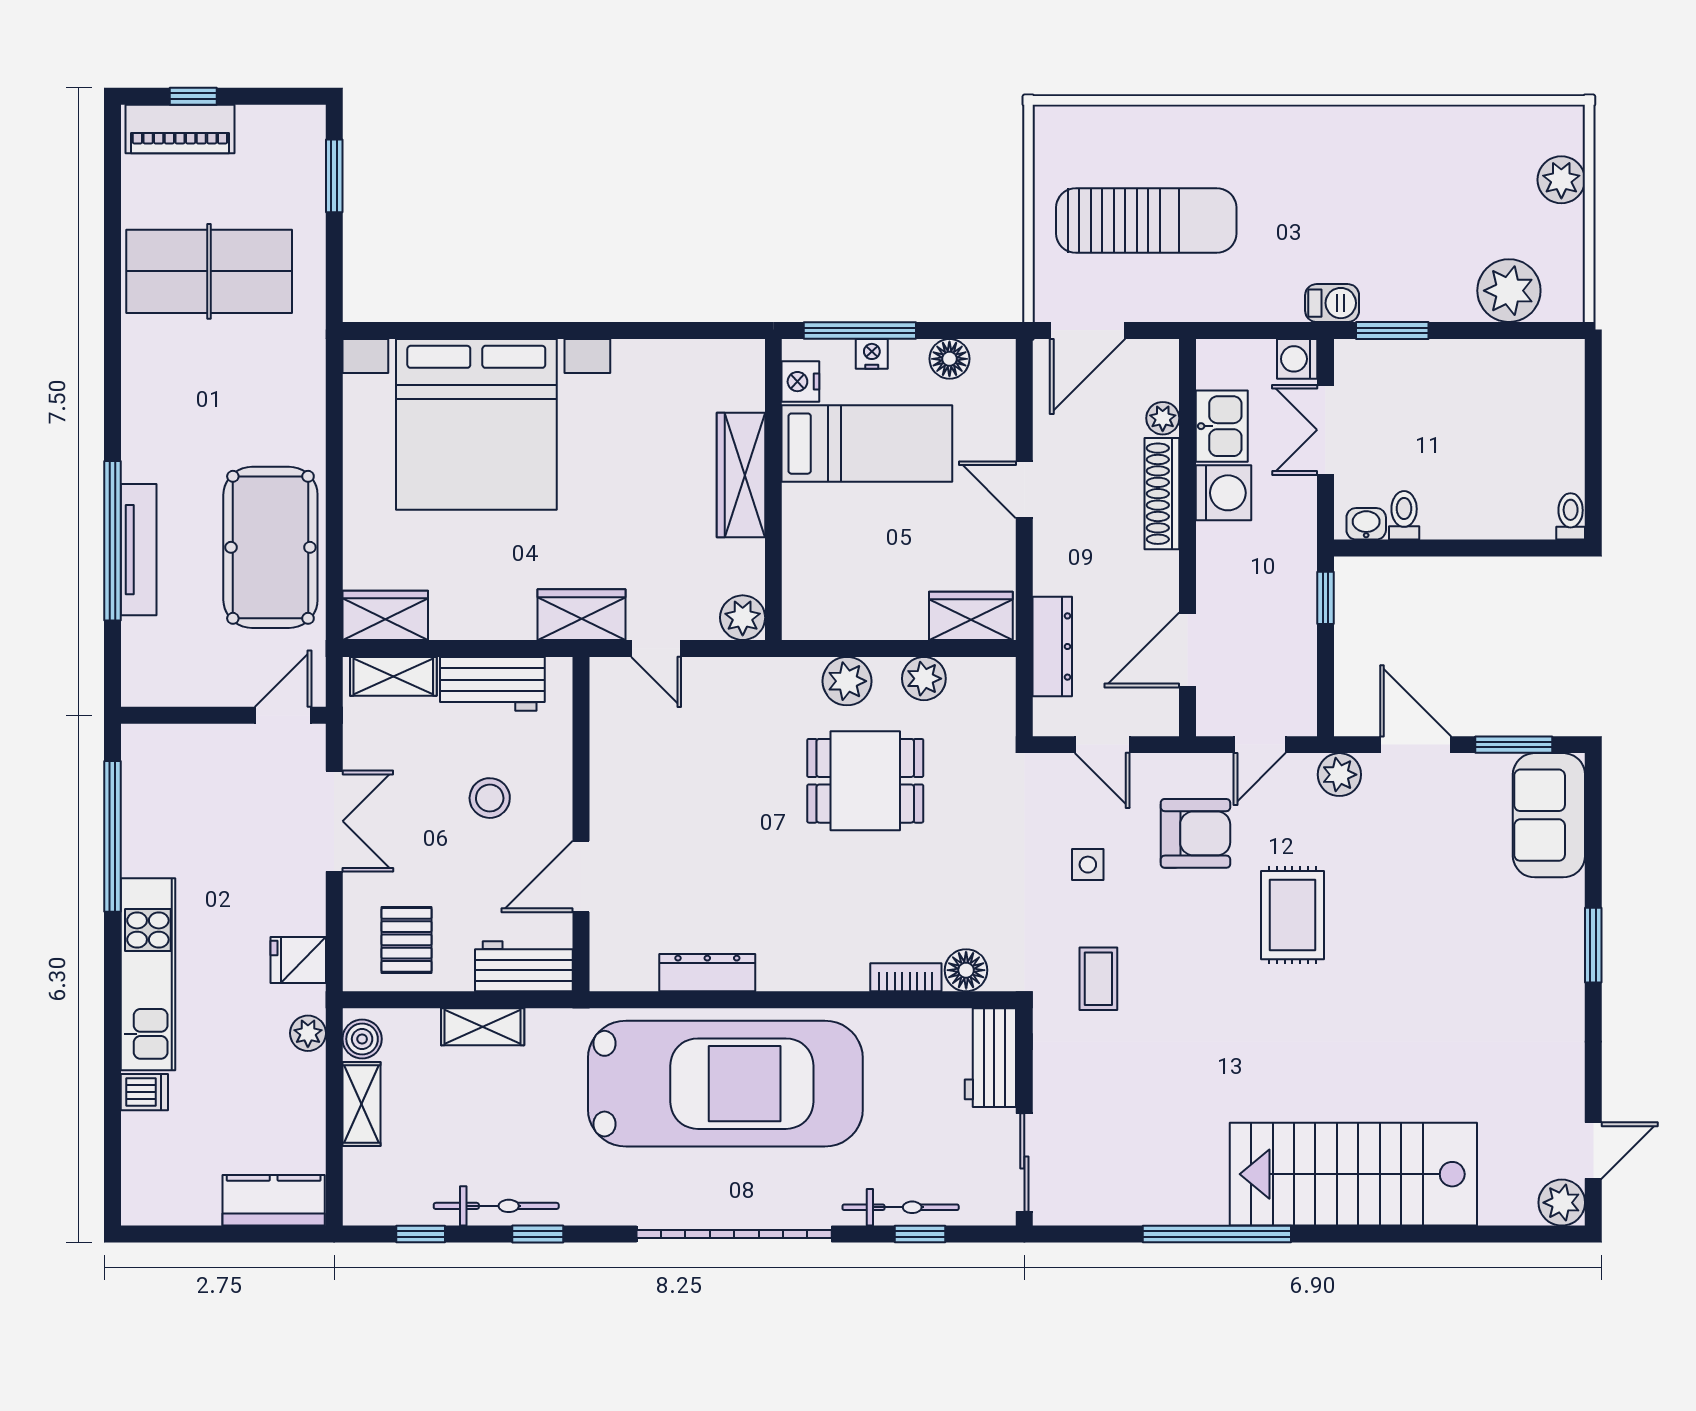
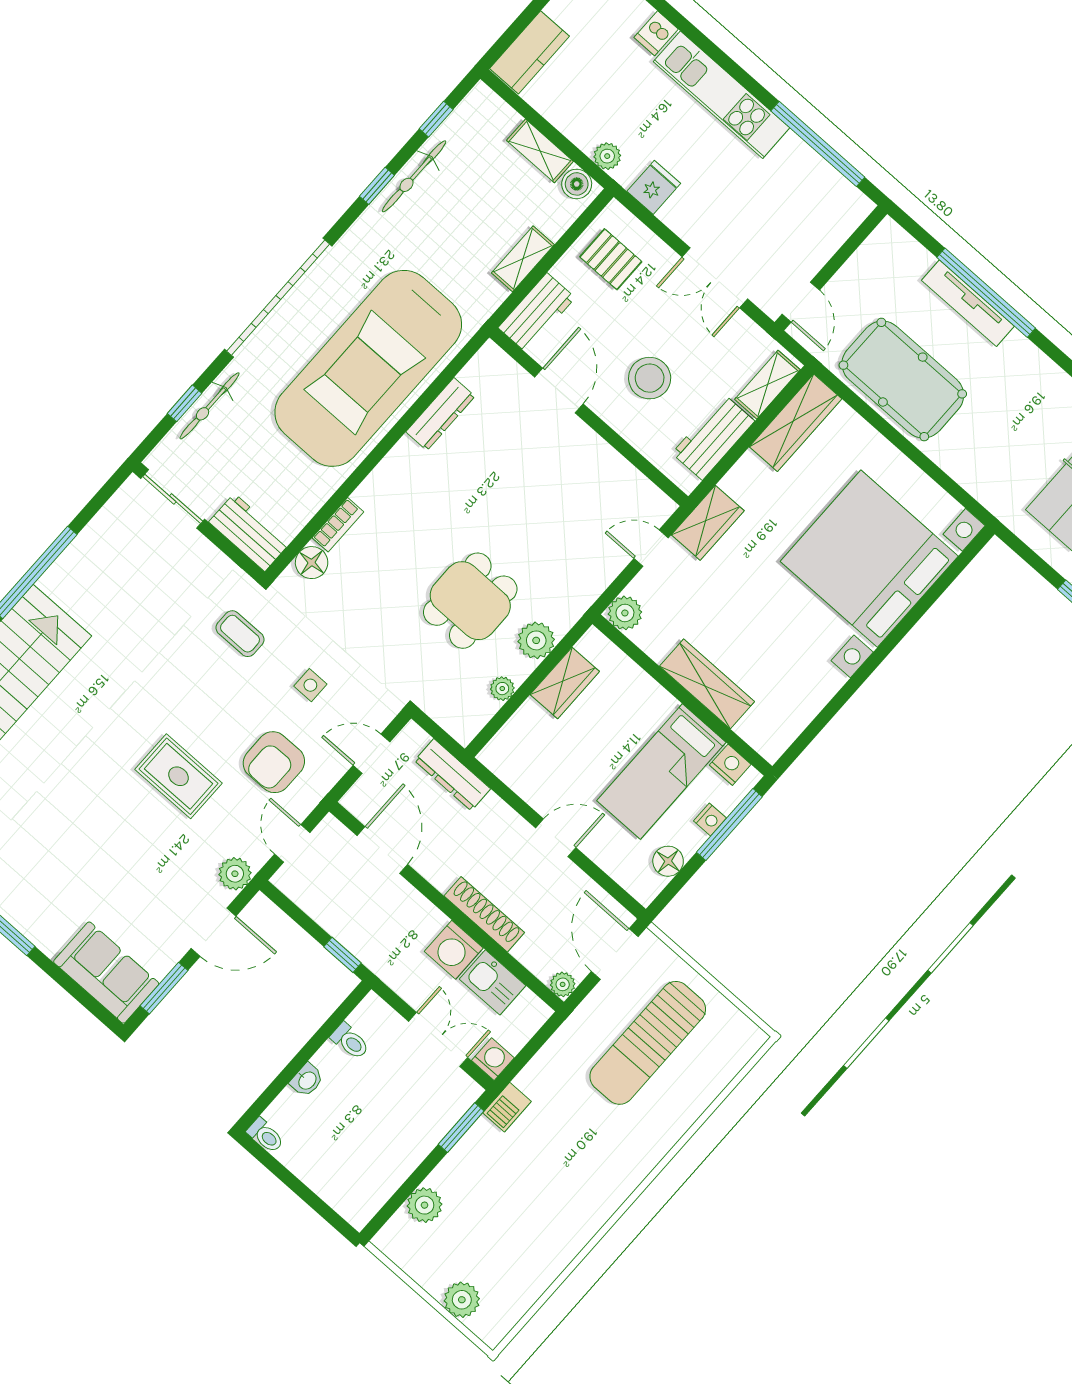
plant: (1509, 291) -> (424, 1205), width x0.73, depth x0.73
plant: (1163, 418) -> (563, 984), moved
washbasin: (1366, 524) -> (307, 1080), moved
wardrobe: (385, 615) -> (796, 423), width x1.50
wardrobe: (971, 616) -> (565, 683), moved
plant: (924, 679) -> (502, 689), width x0.73, depth x0.73
stool: (490, 798) -> (650, 378), width x1.38, depth x1.38

